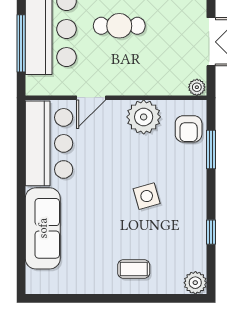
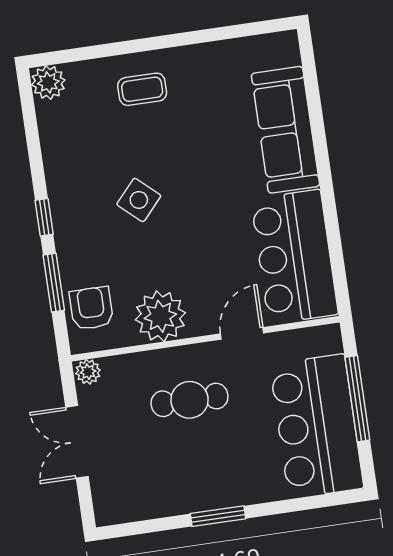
cafe table: (119, 26) -> (189, 400), moved
side table: (147, 196) -> (139, 200), turned -32
window: (211, 232) -> (44, 217), moved

